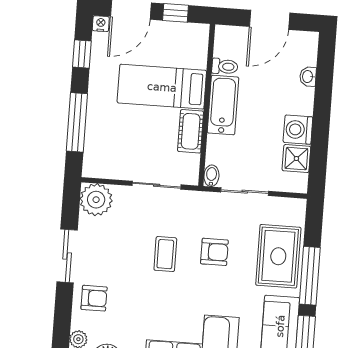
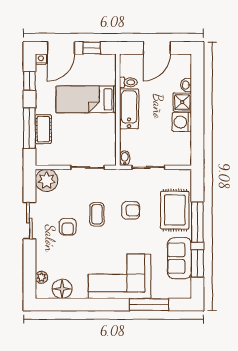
cot: (191, 131) -> (43, 129), moved
shower: (296, 159) -> (182, 102), moved
armchair: (94, 298) -> (68, 227), moved, turned 90

